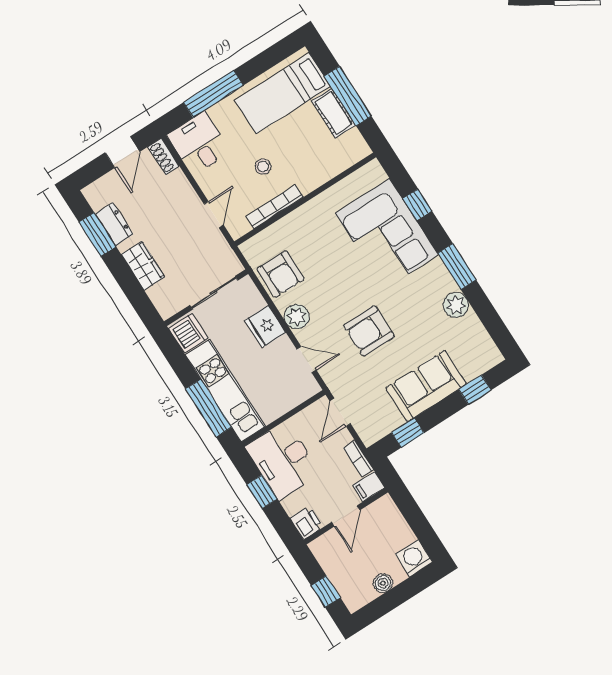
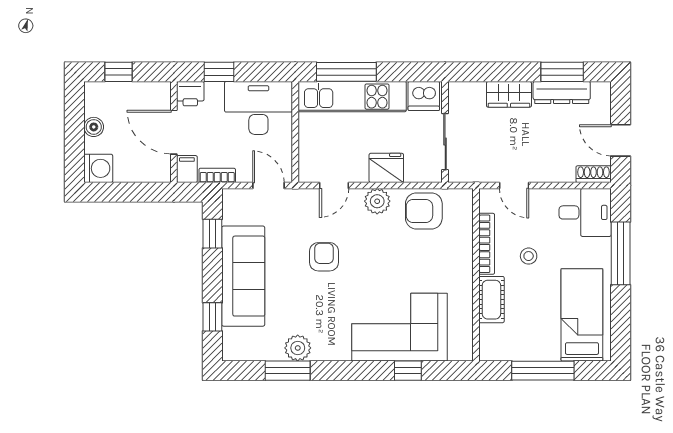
cot: (334, 113) -> (491, 300), moved, turned 90
dresser: (114, 224) -> (562, 92), width x1.44
window: (457, 267) -> (288, 371), moved
armchair: (369, 331) -> (324, 257), width x0.72, depth x0.72
sofa: (426, 386) -> (243, 276), width x1.36
window: (262, 492) -> (219, 72), moved
door: (346, 516) -> (174, 132), width x1.38

